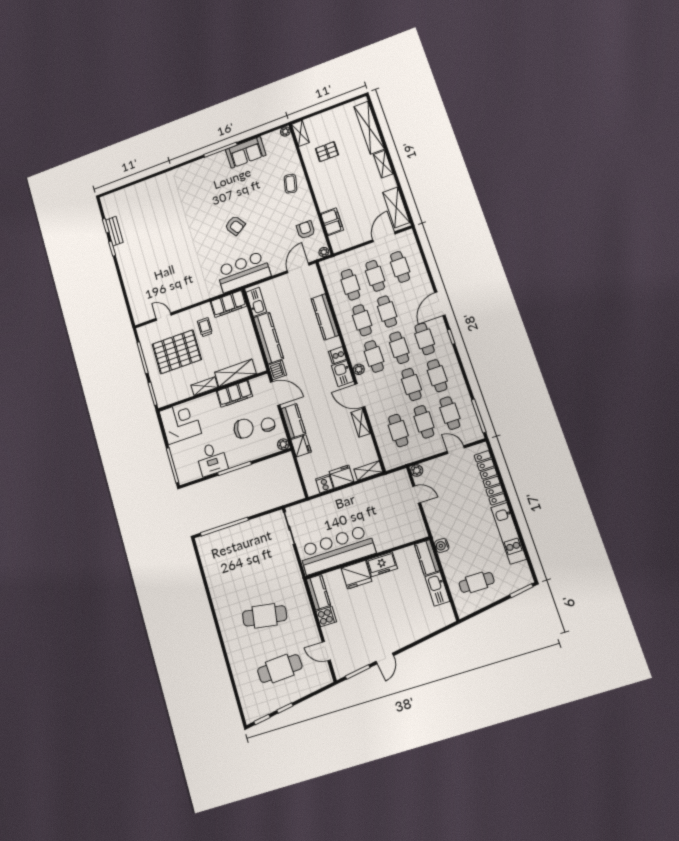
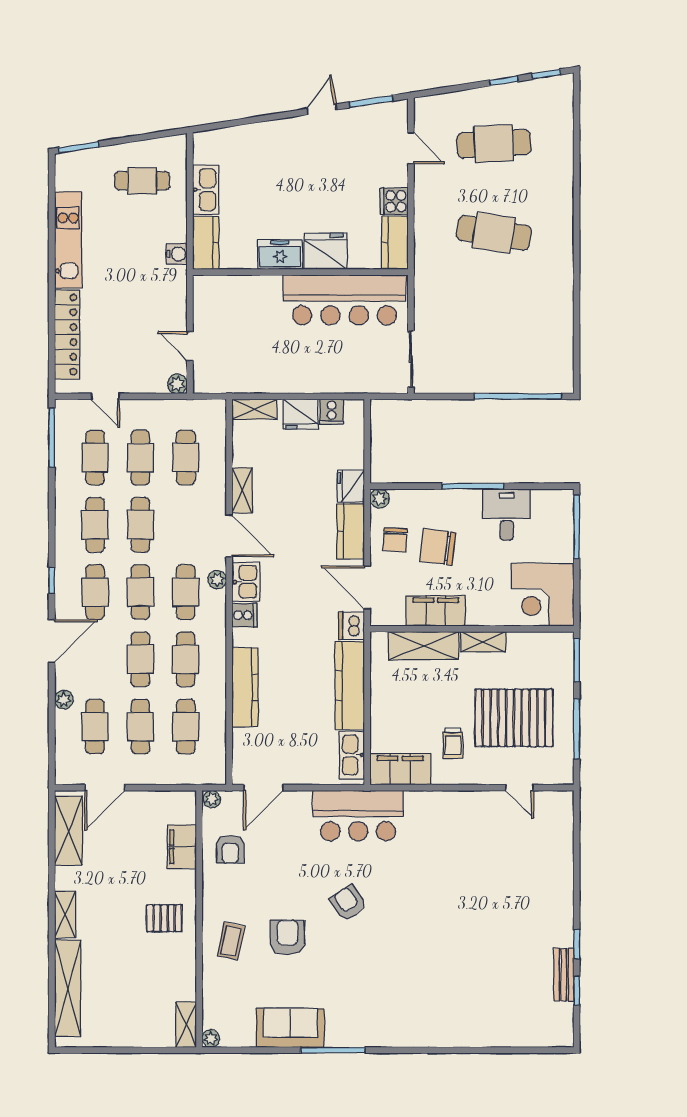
pallet: (327, 152) -> (164, 918), moved
armchair: (261, 197) -> (287, 937), added
plant: (422, 275) -> (64, 700), added

